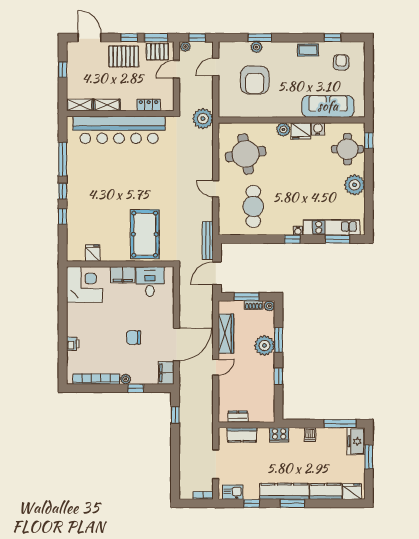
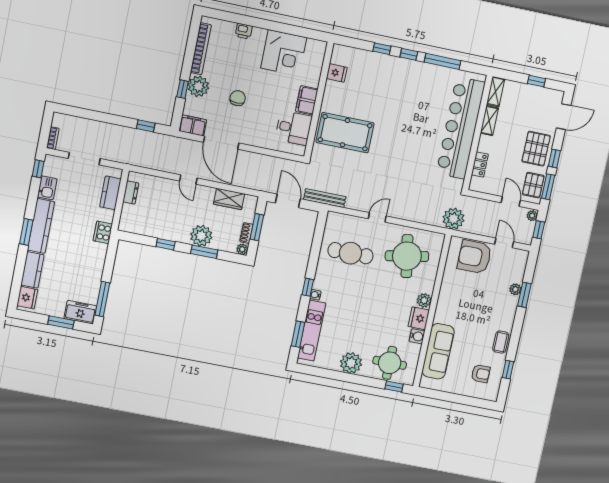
armchair: (255, 80) -> (475, 257), moved
corner desk: (85, 285) -> (284, 53), moved
wardrobe: (226, 334) -> (229, 199), width x0.67
plant: (126, 379) -> (198, 86), width x1.88, depth x1.88
dishwasher: (310, 435) -> (97, 265), removed
kitchen sink: (233, 492) -> (47, 188), moved
window: (252, 503) -> (38, 169), moved

